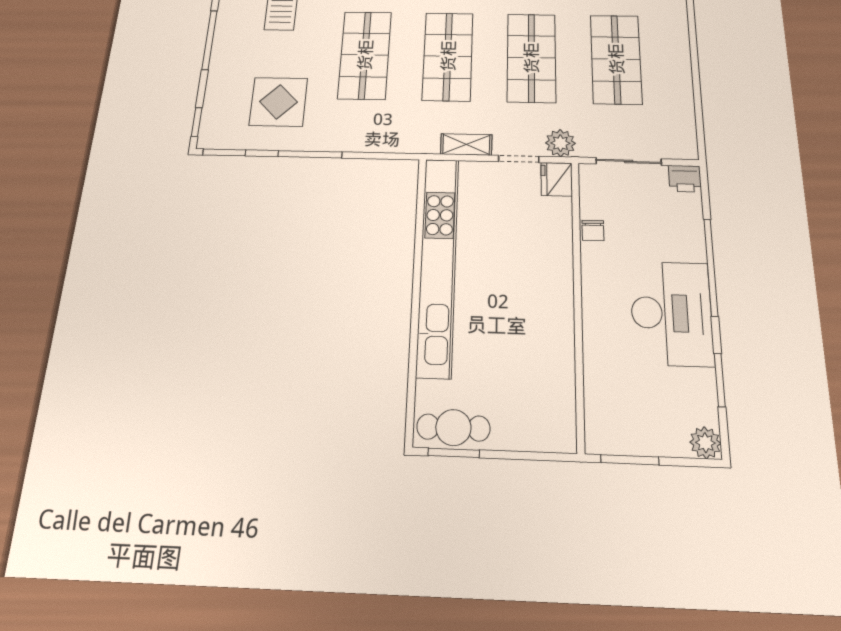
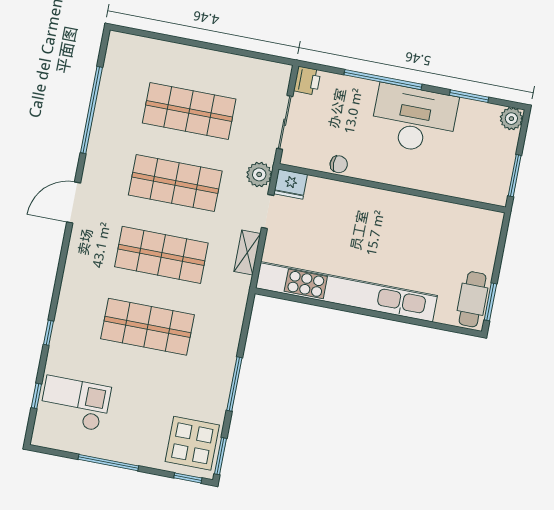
display table: (278, 102) -> (192, 443), moved

